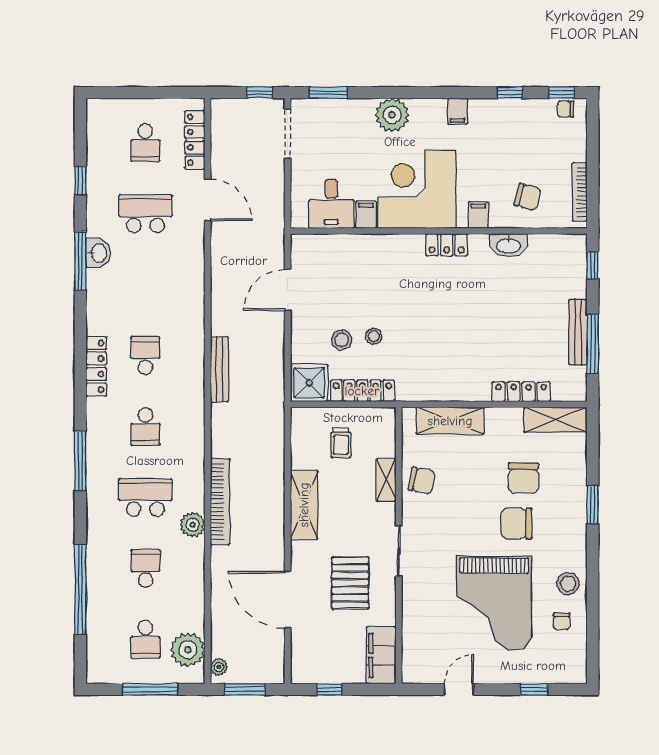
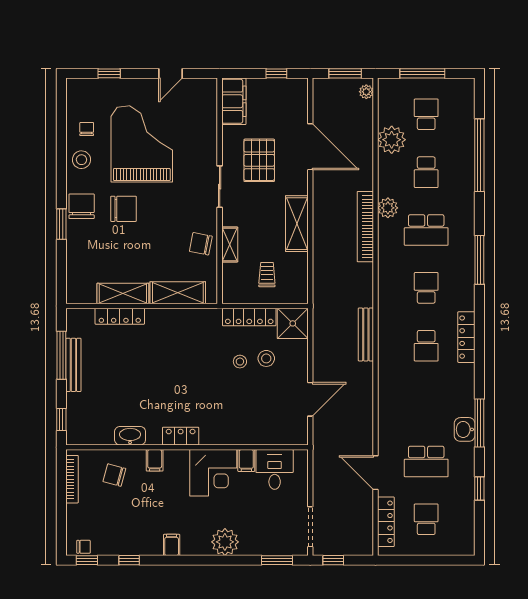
corner desk: (417, 189) -> (213, 473), width x0.74, depth x0.74
shelving: (556, 420) -> (123, 293), moved
chair: (523, 478) -> (82, 206), moved
plant: (188, 650) -> (392, 140), moved

